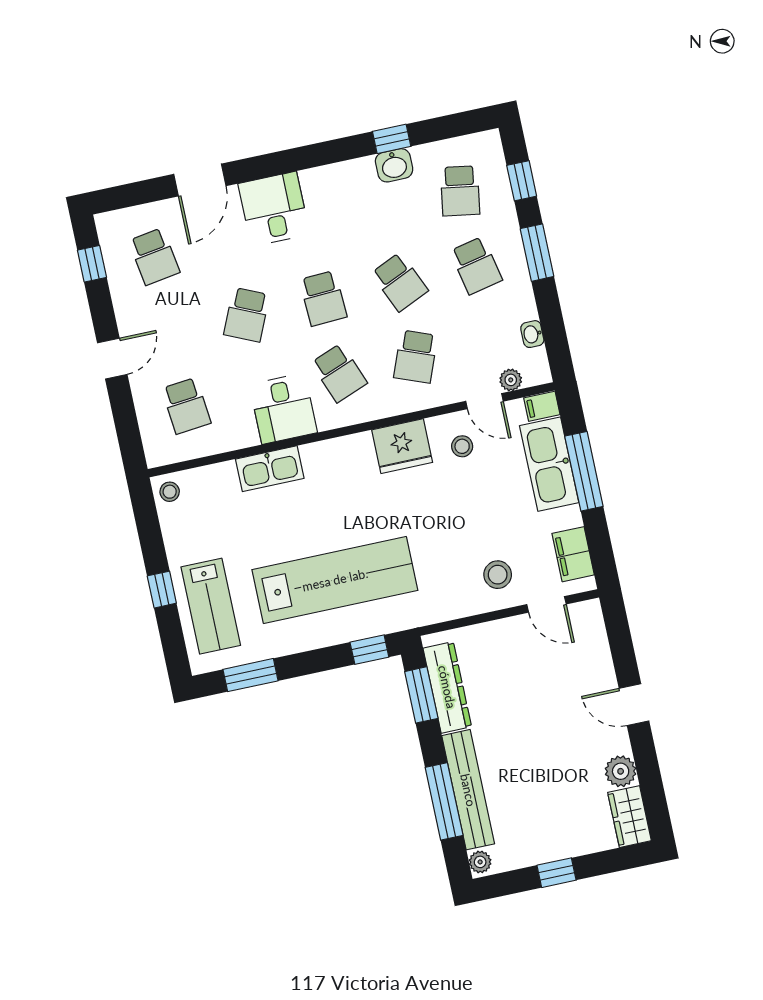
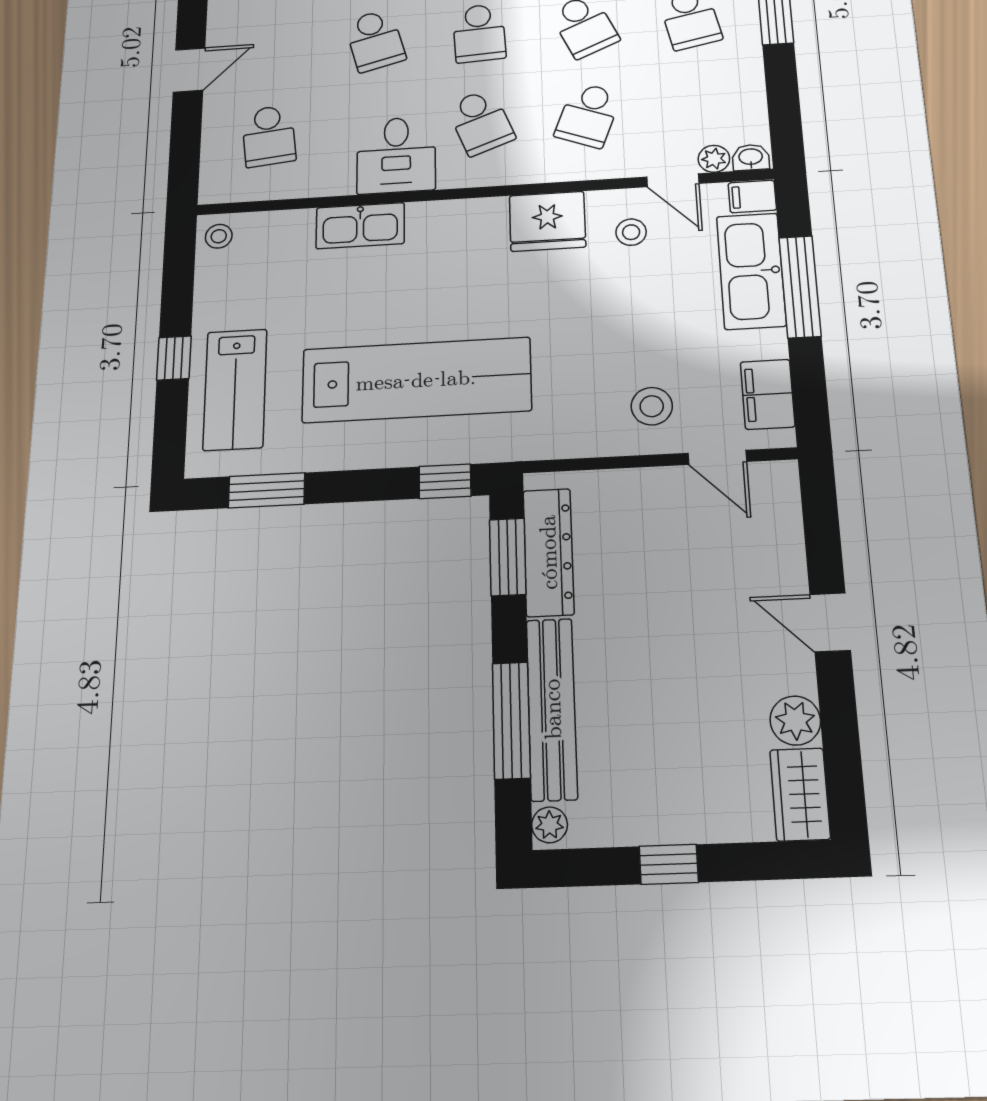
school desk: (247, 315) -> (375, 40), turned -39
washbasin: (532, 334) -> (751, 157), moved, turned 90

